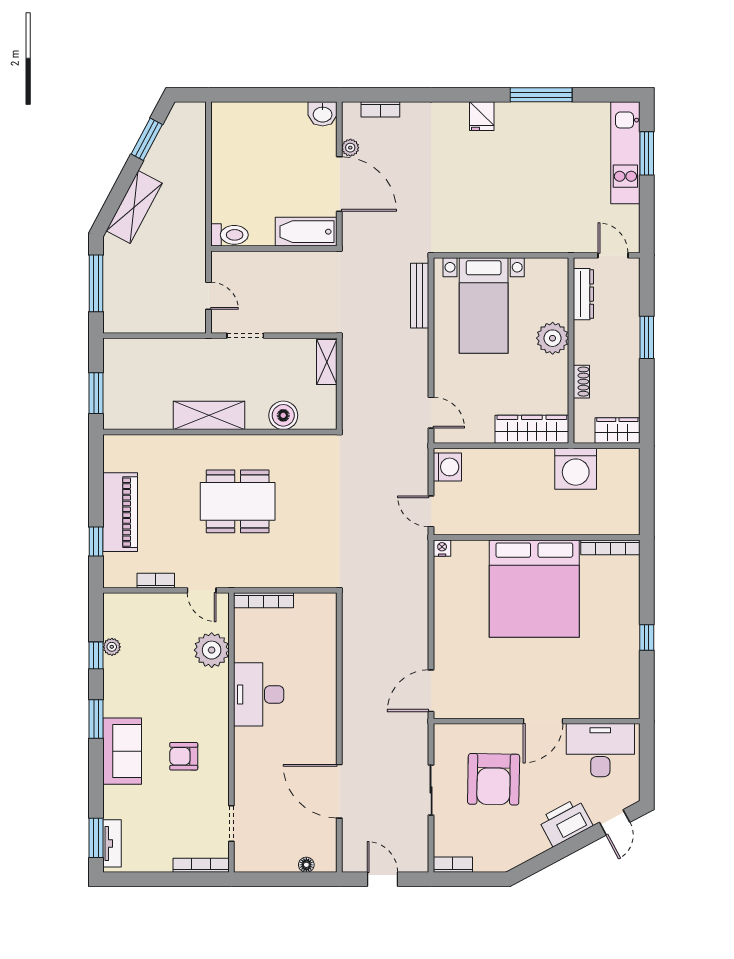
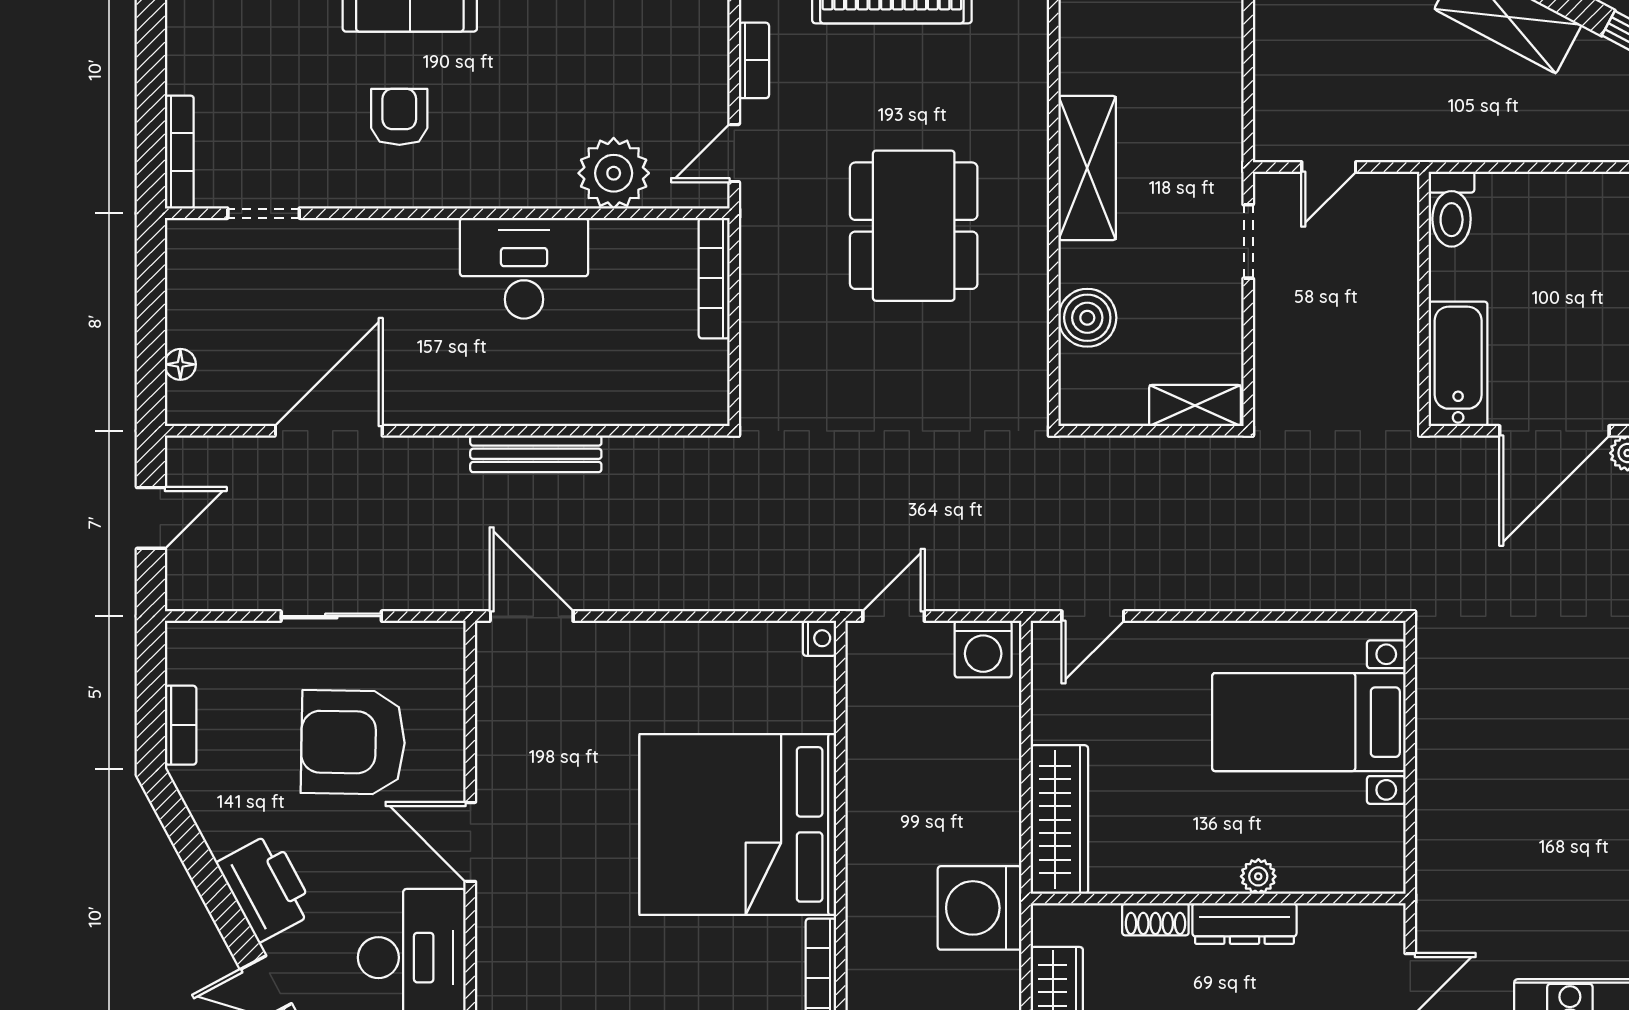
dresser: (583, 294) -> (1244, 923), moved
bench: (420, 296) -> (536, 454), moved
plant: (553, 338) -> (1258, 876), width x0.53, depth x0.53
bookcase: (453, 865) -> (181, 725), moved

